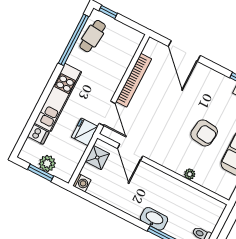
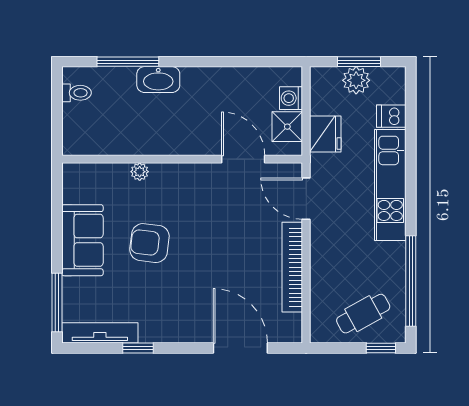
cafe table: (93, 36) -> (363, 314), moved, turned 55
fridge: (85, 132) -> (325, 134), moved
washing machine: (82, 183) -> (291, 98), moved

